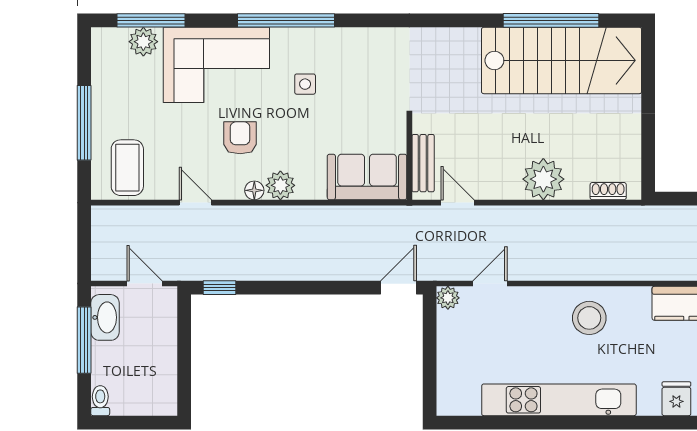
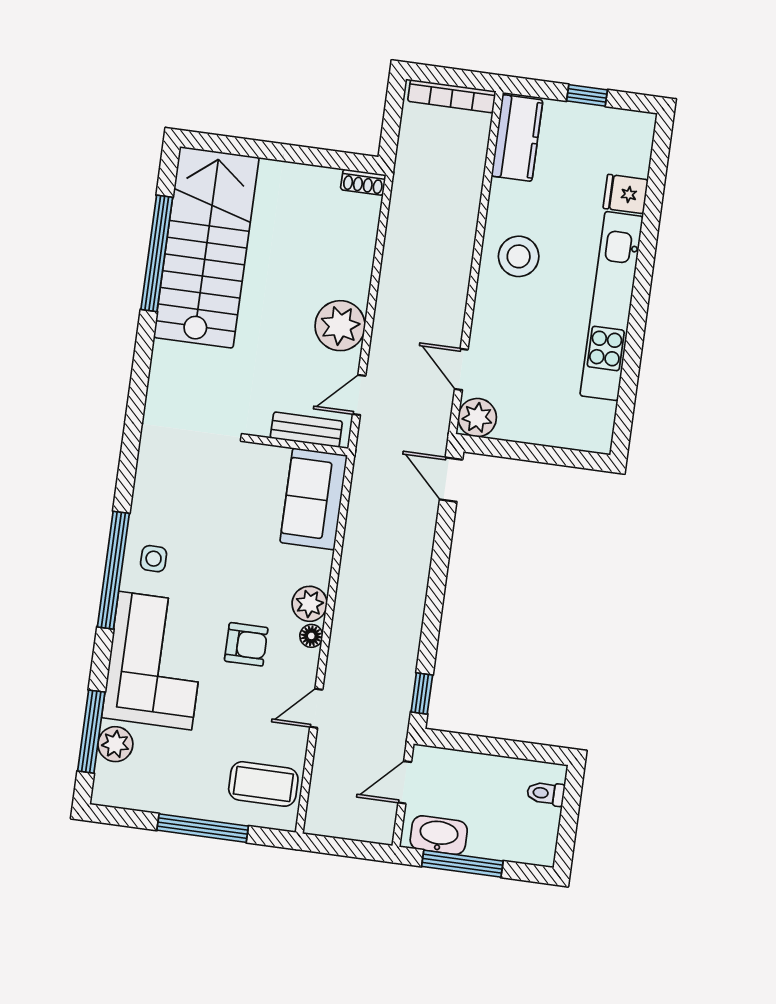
side table: (305, 84) -> (154, 559), moved
armchair: (240, 138) -> (246, 644), turned 180
plant: (543, 179) -> (340, 326), moved
shoe rack: (608, 191) -> (363, 182), moved, turned -90
plant: (448, 298) -> (477, 418), width x1.38, depth x1.38
fridge: (676, 399) -> (626, 194), moved
toilet: (100, 401) -> (546, 793), moved

